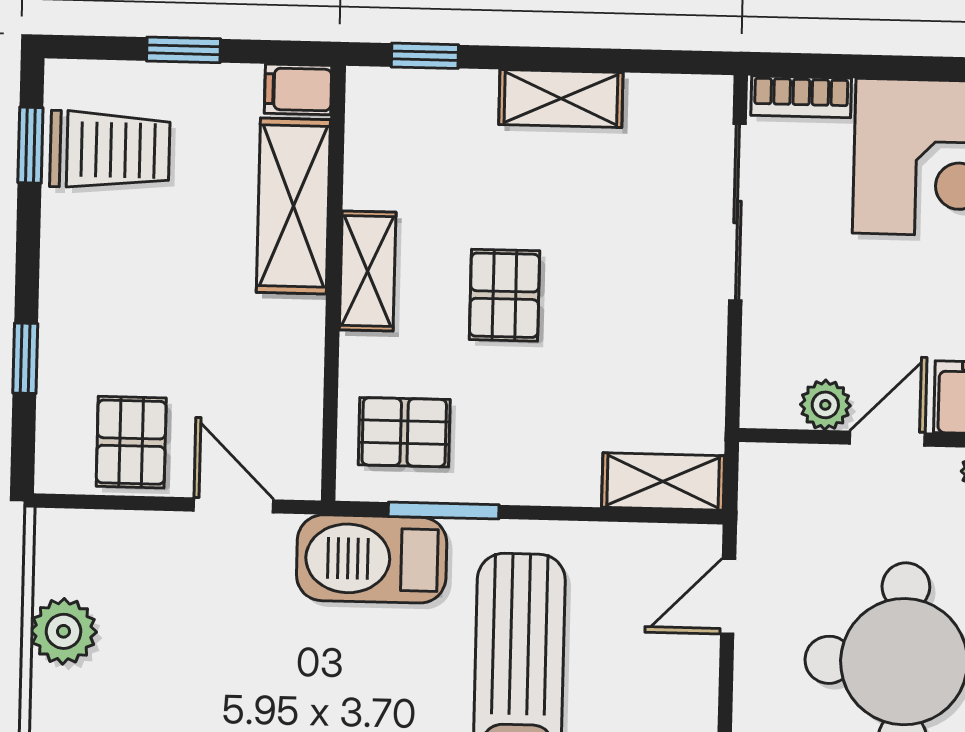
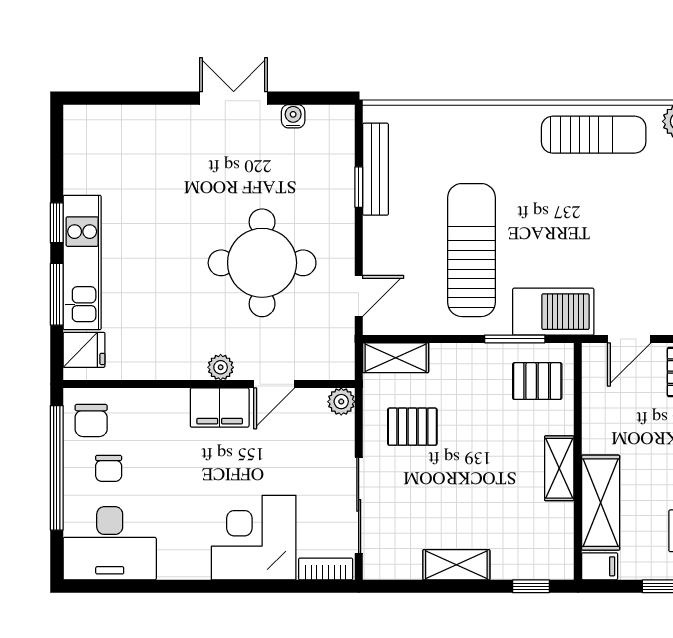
pallet: (505, 295) -> (412, 427), moved, turned 90
plant: (825, 405) -> (341, 402), moved
door: (233, 505) -> (629, 339), hinge flipped

